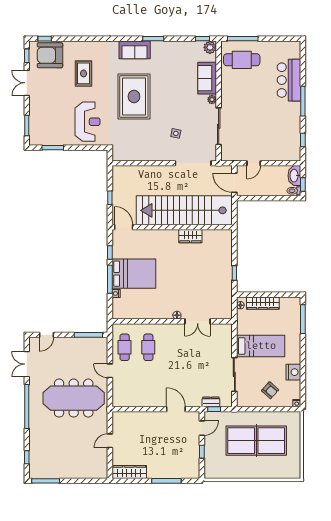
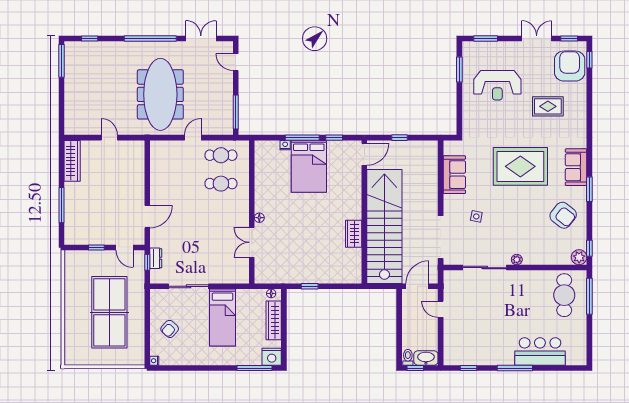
armchair: (175, 61) -> (563, 215), added
sofa: (207, 78) -> (454, 175), moved, turned 90
reception desk: (87, 122) -> (497, 85), moved
nightstand: (293, 372) -> (272, 357), moved

